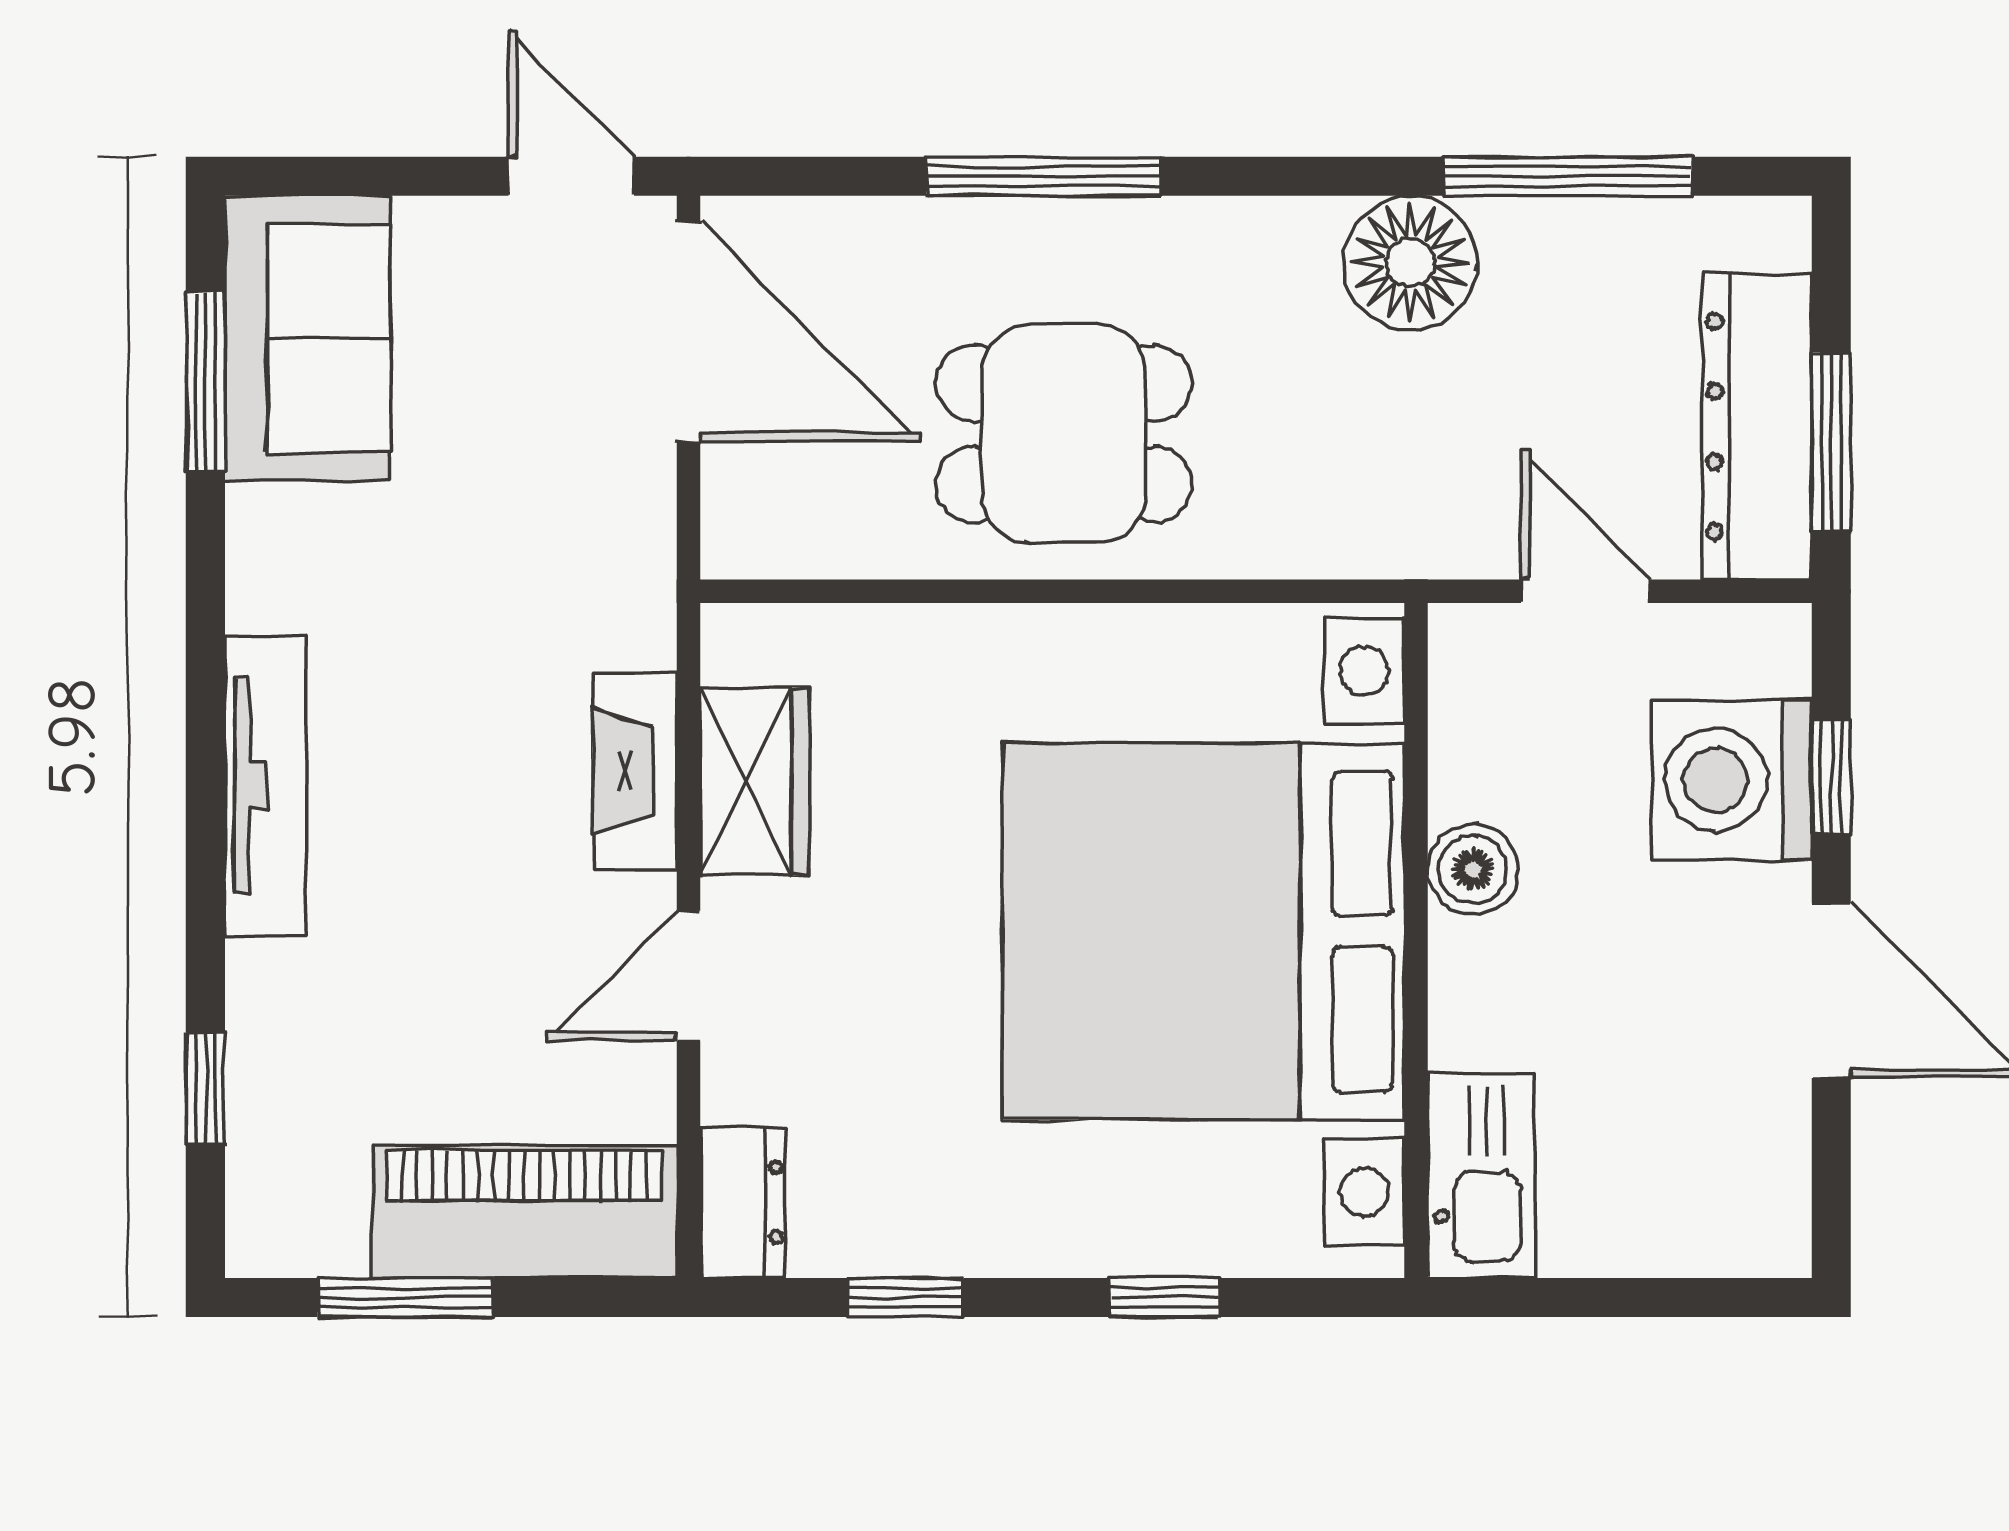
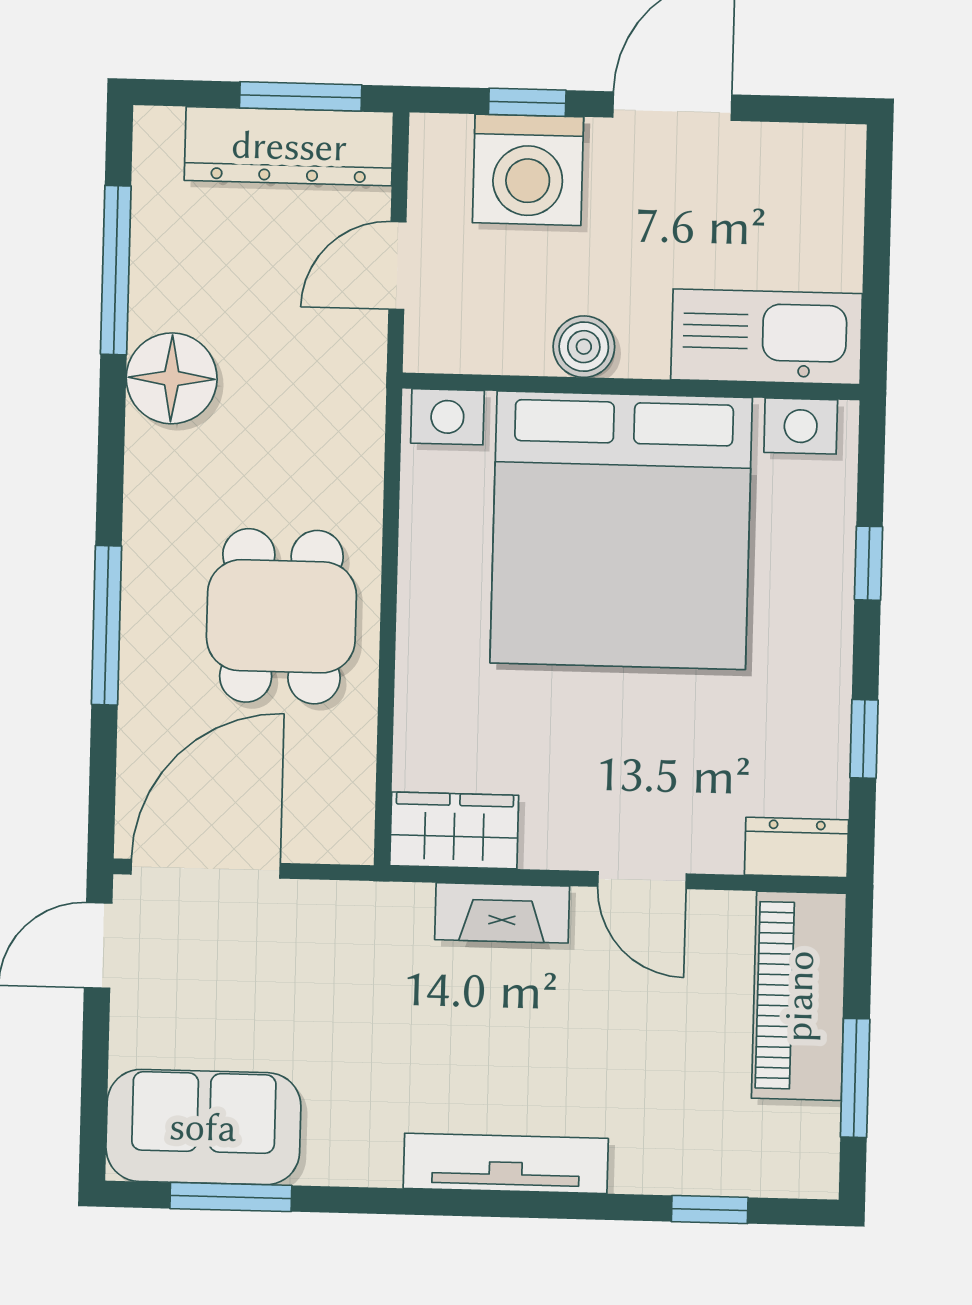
wardrobe: (755, 781) -> (454, 830), moved
kitchen sink: (1482, 1176) -> (767, 337), width x1.36, depth x1.24

